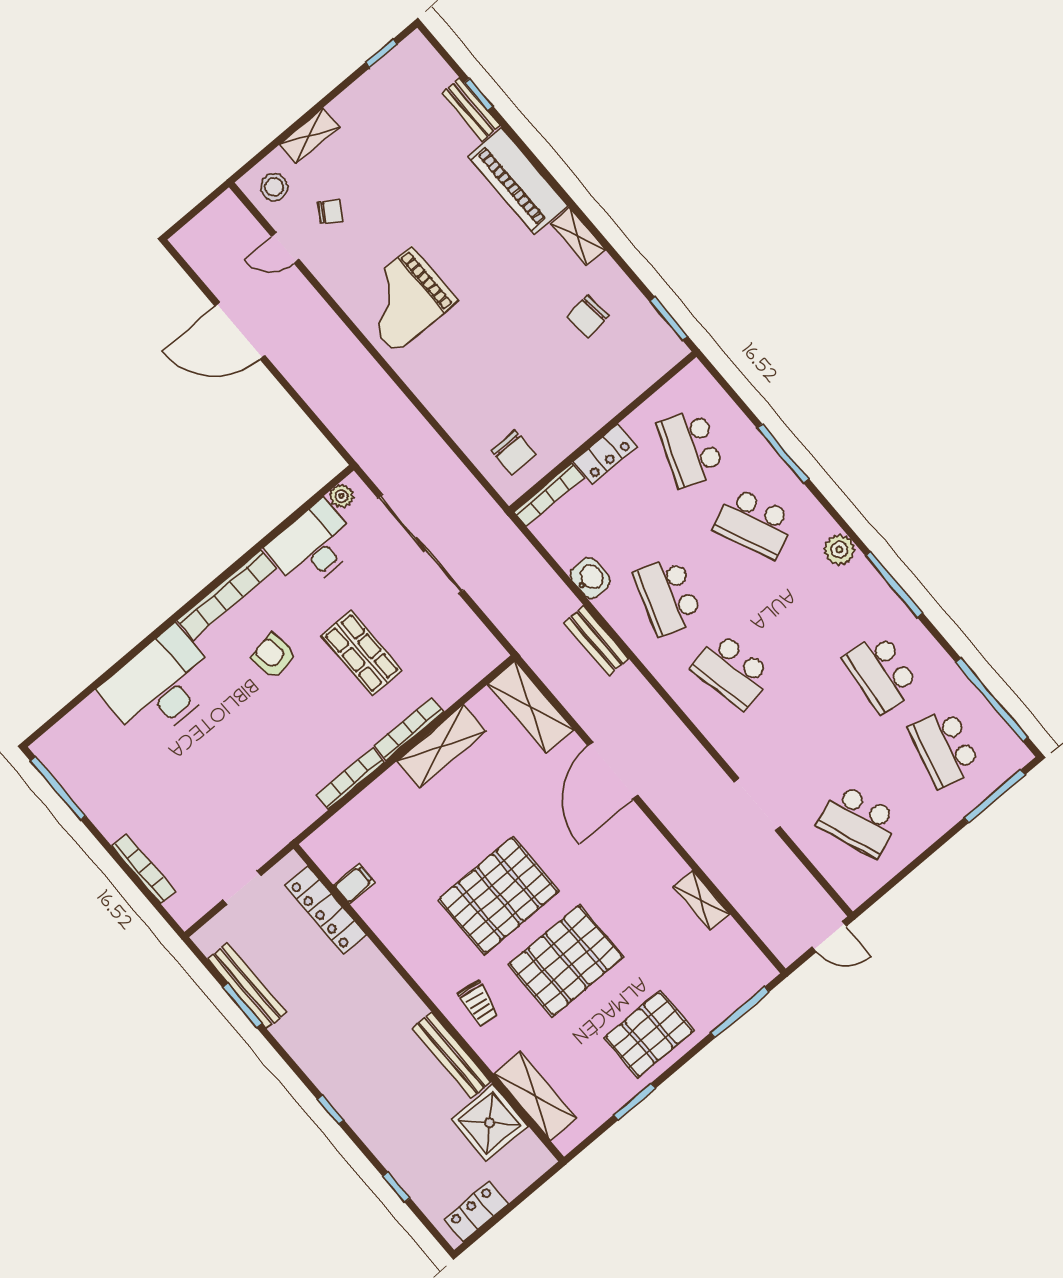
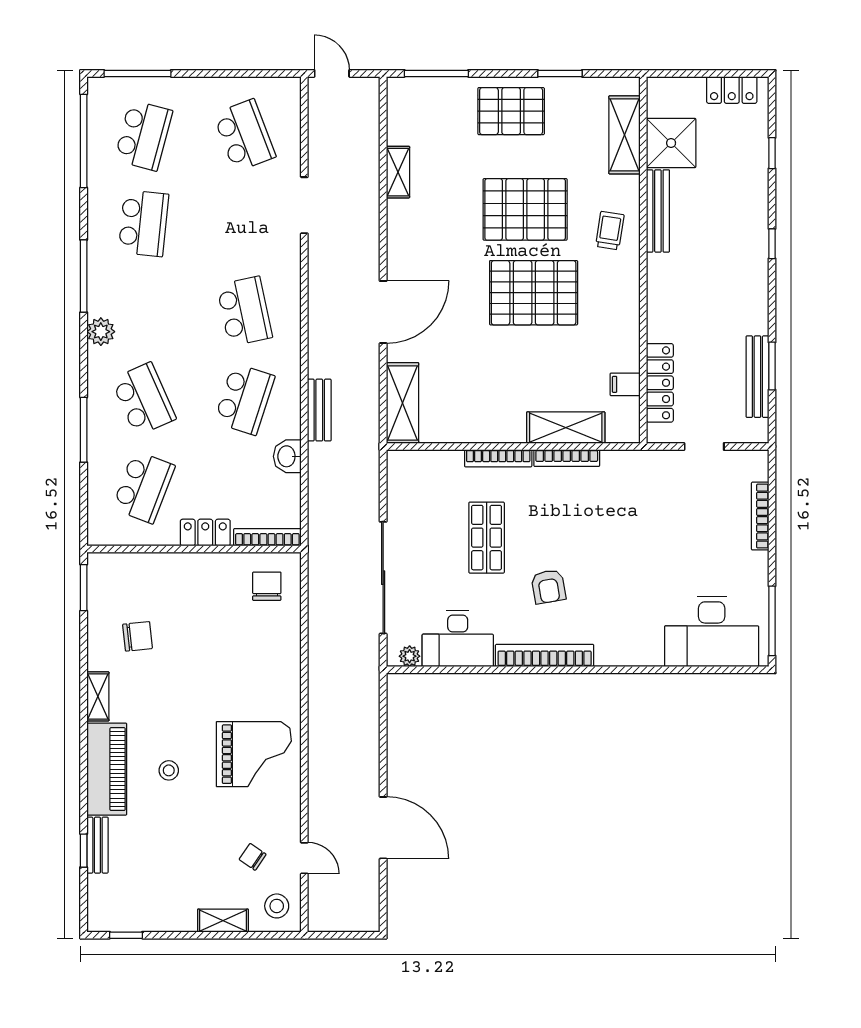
stool: (464, 225) -> (169, 770), added
desk: (160, 686) -> (712, 631), moved
shelving: (441, 746) -> (566, 428), moved

